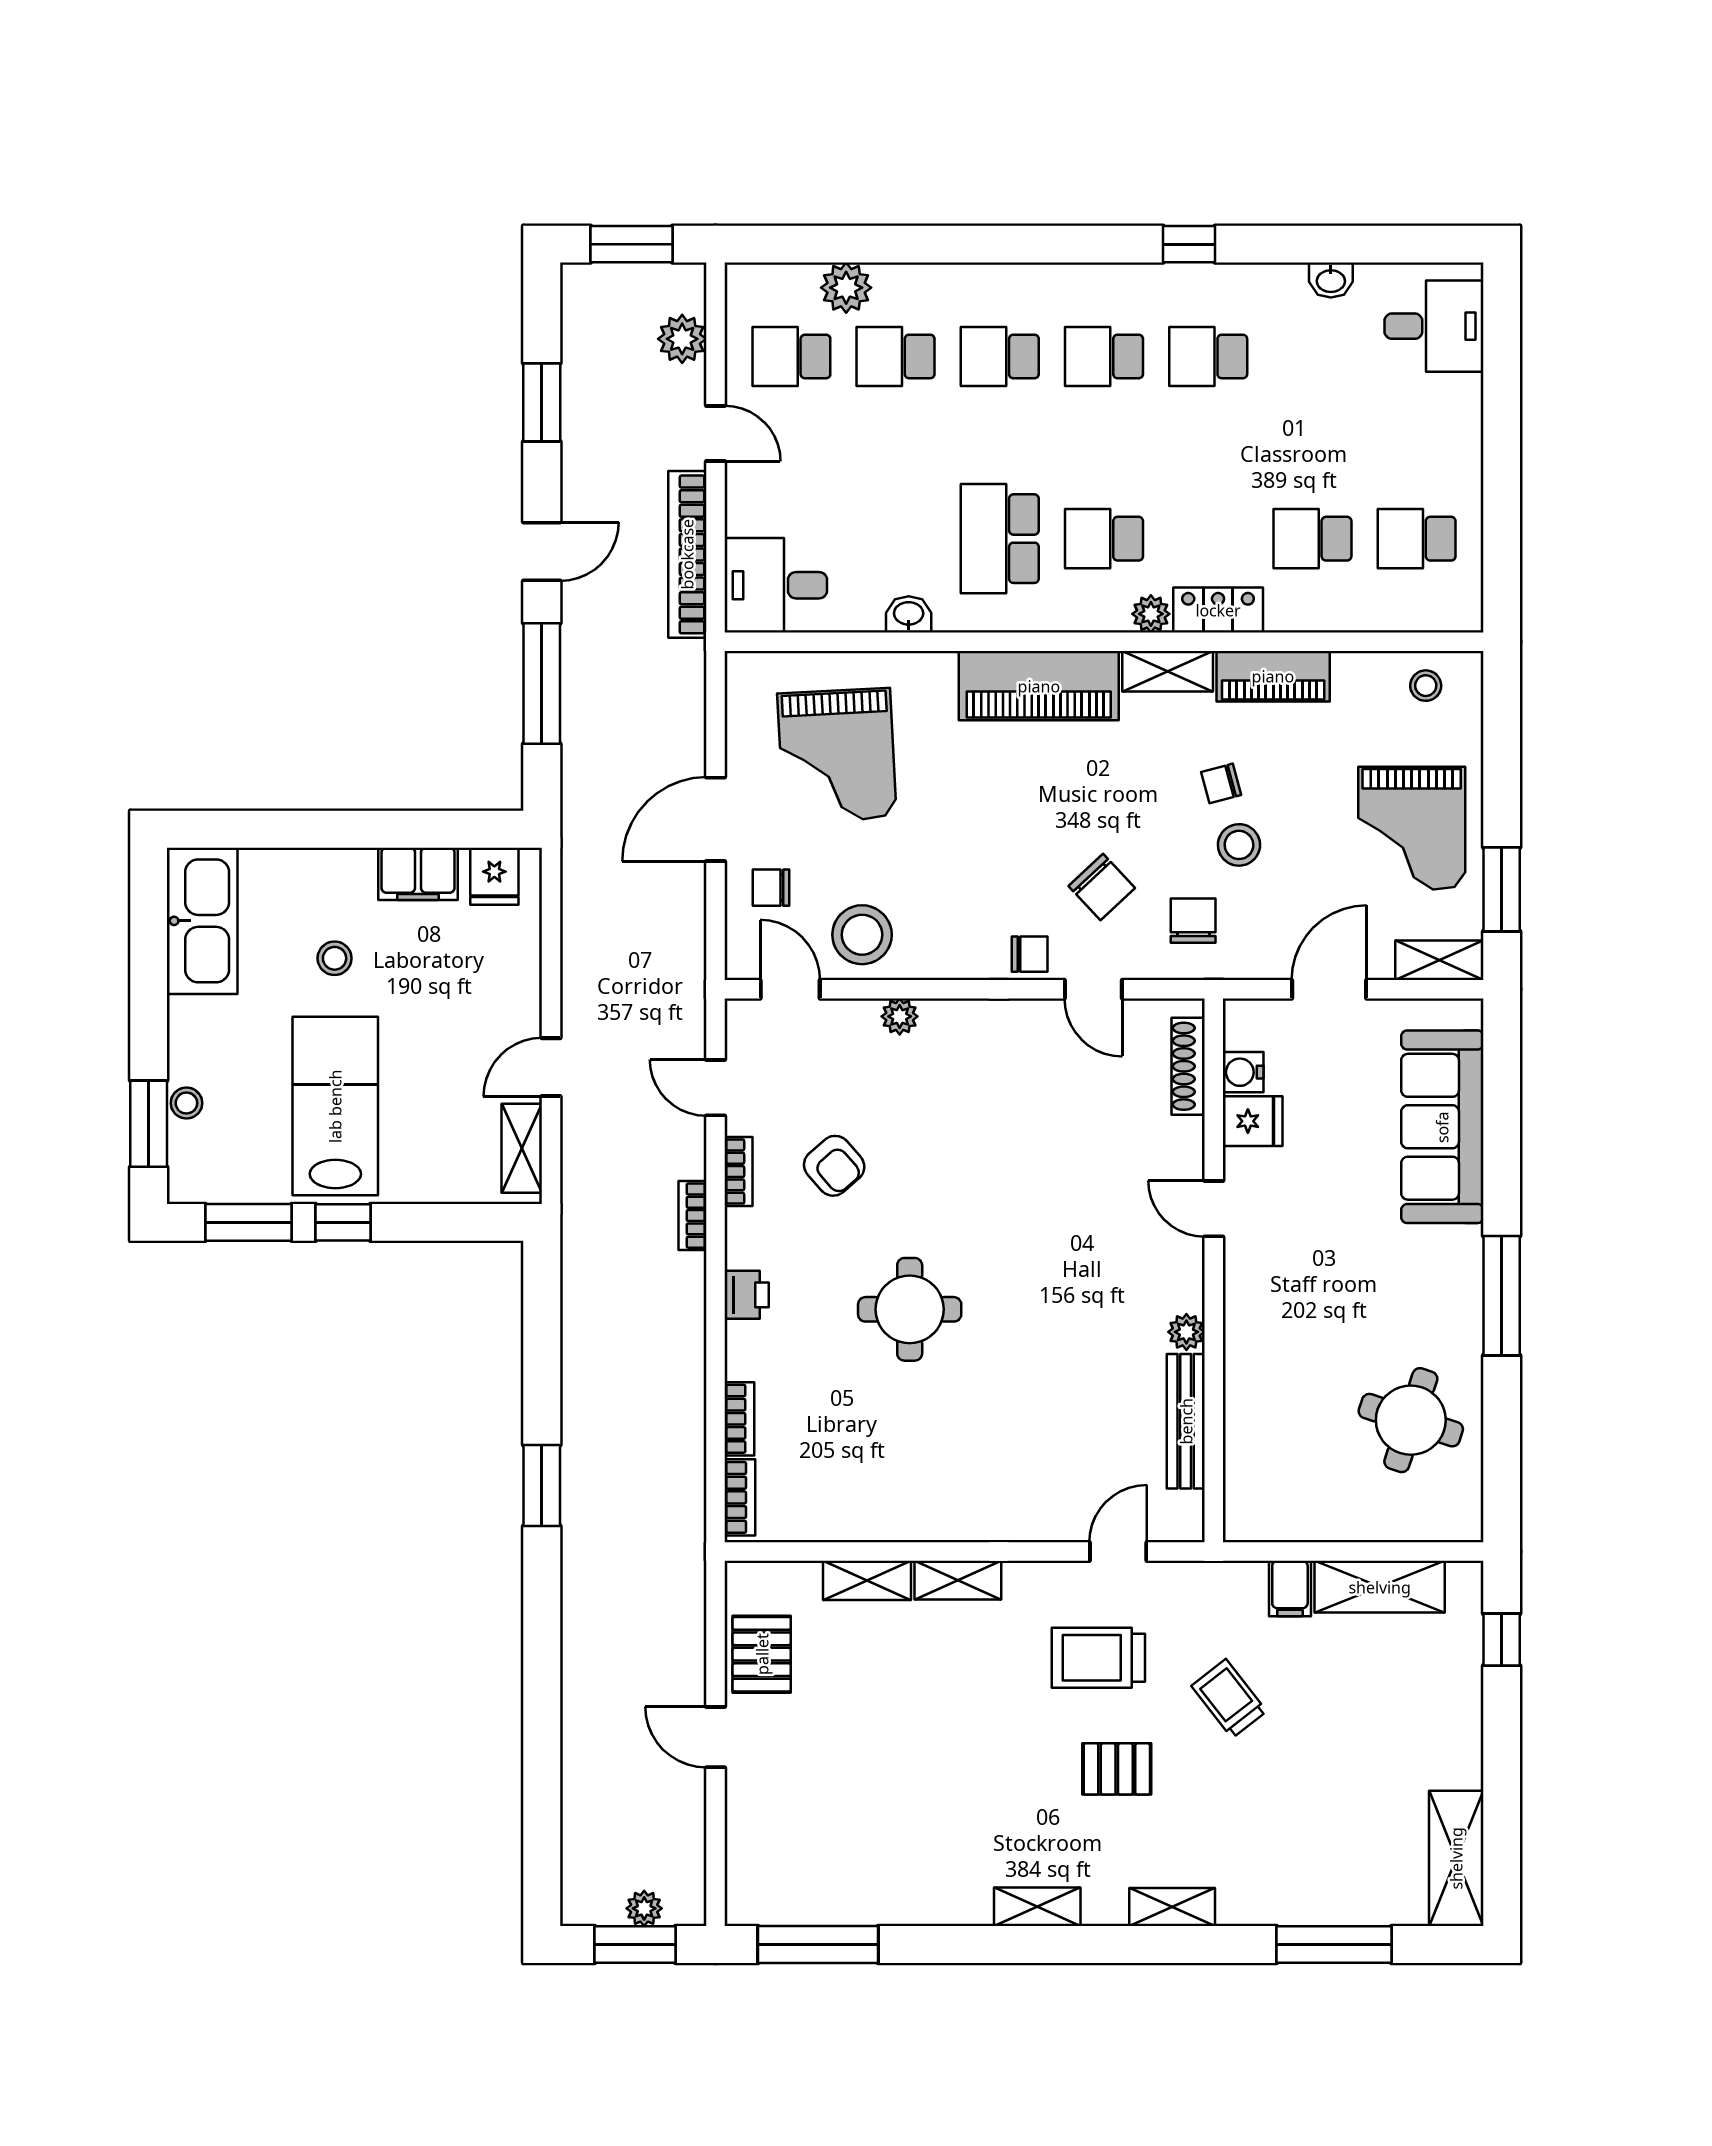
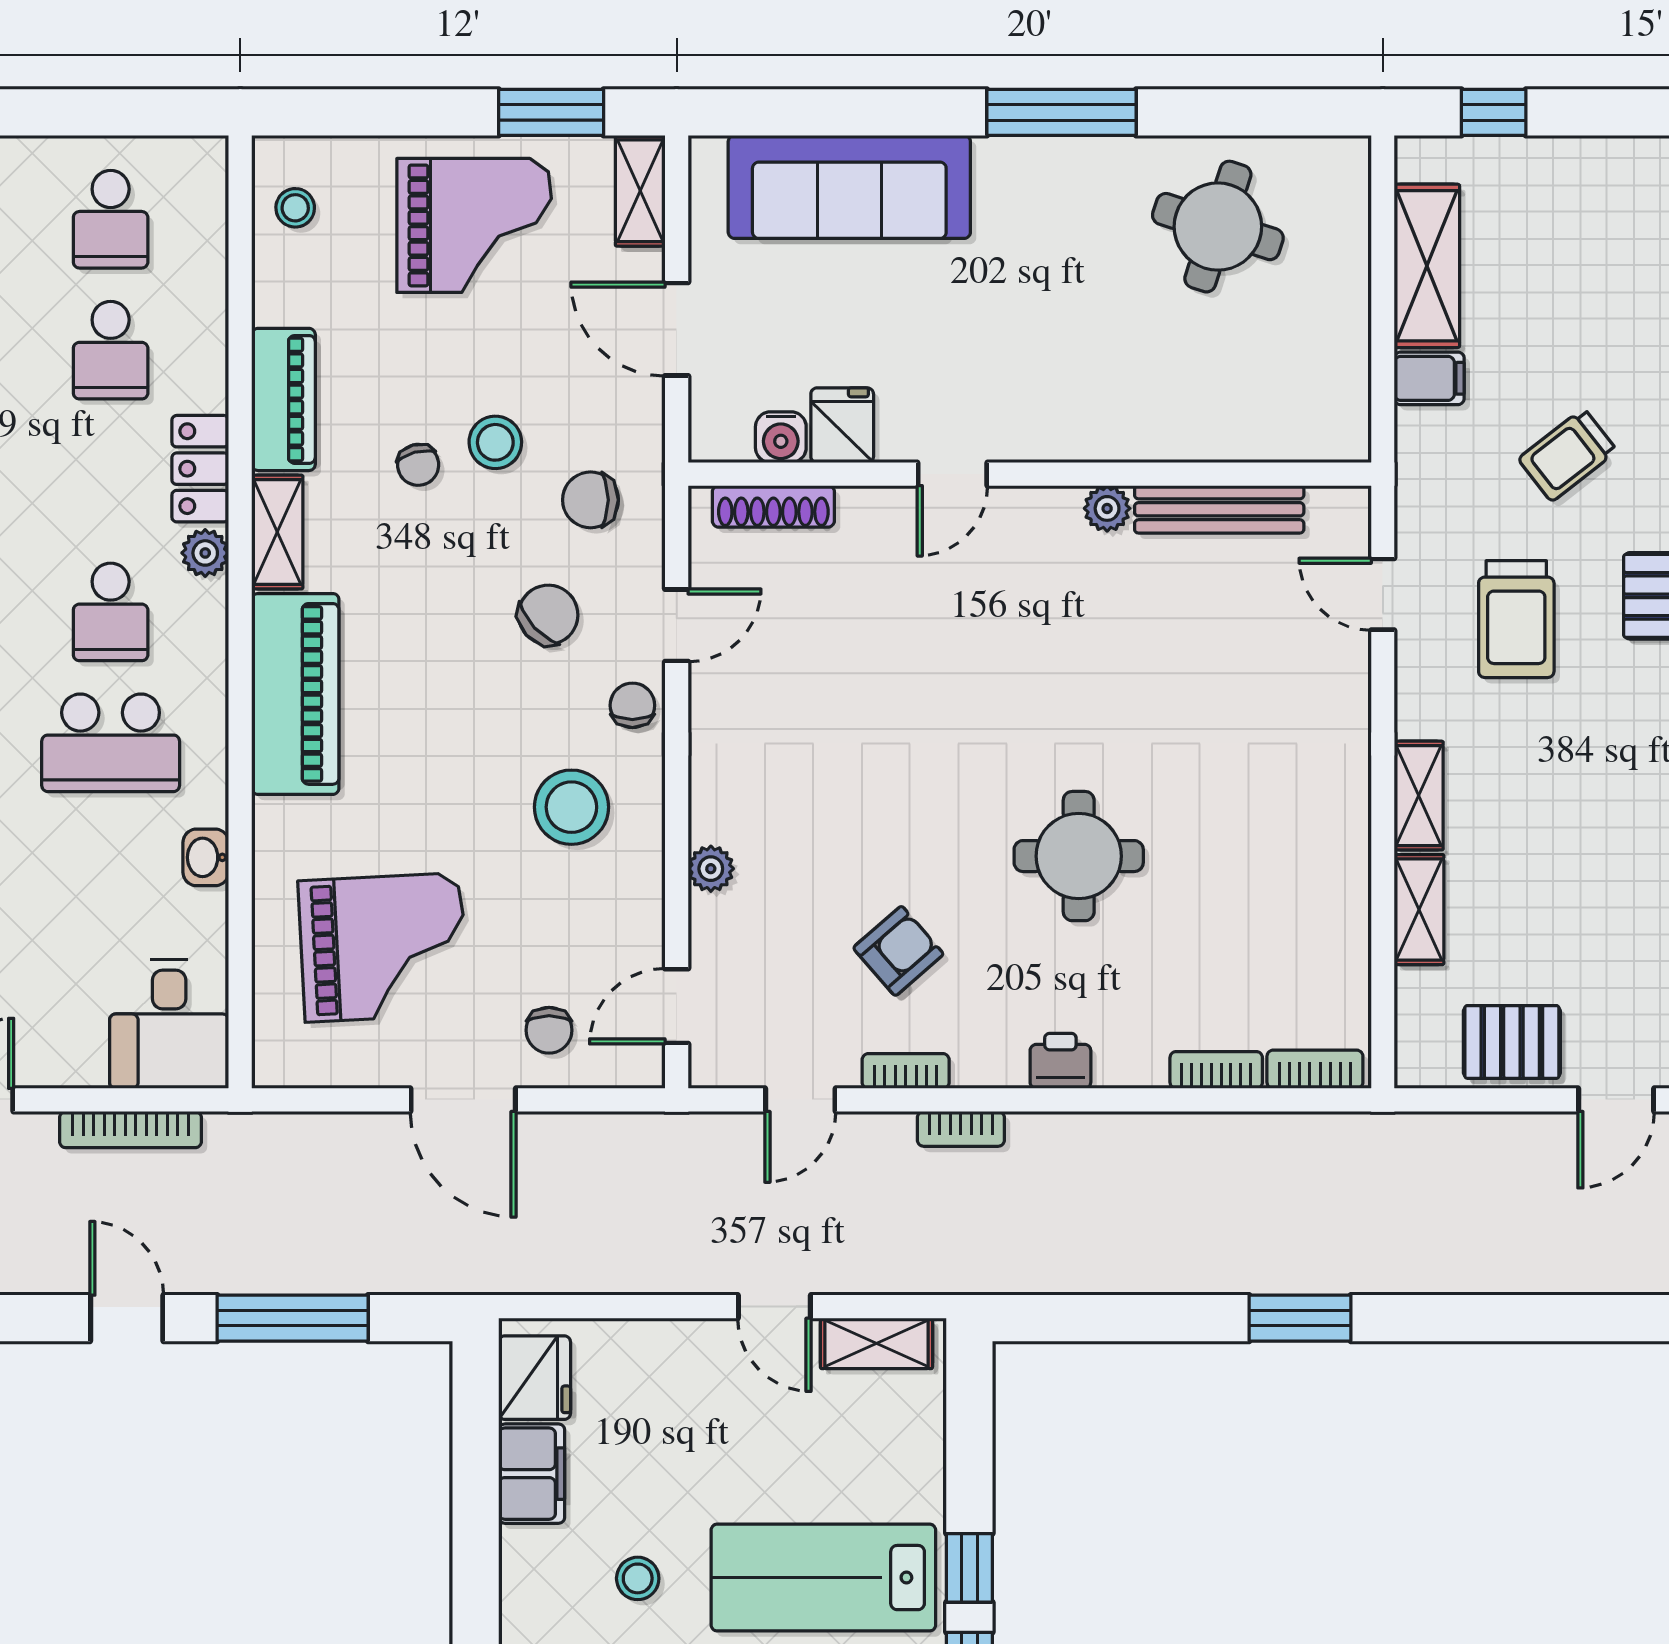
bookcase: (687, 554) -> (130, 1130), width x0.68, depth x0.76
fridge: (494, 876) -> (535, 1378), width x1.38
stool: (862, 935) -> (571, 807), moved

